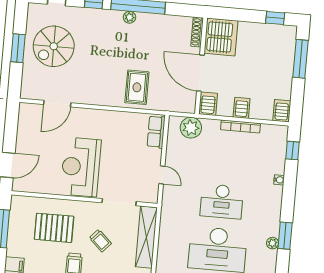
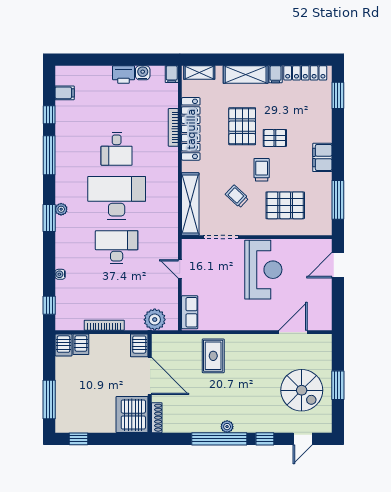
spiral stairs: (54, 46) -> (302, 390), turned 90
server rack: (242, 108) -> (81, 344), moved

